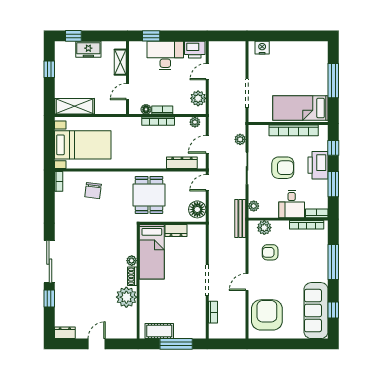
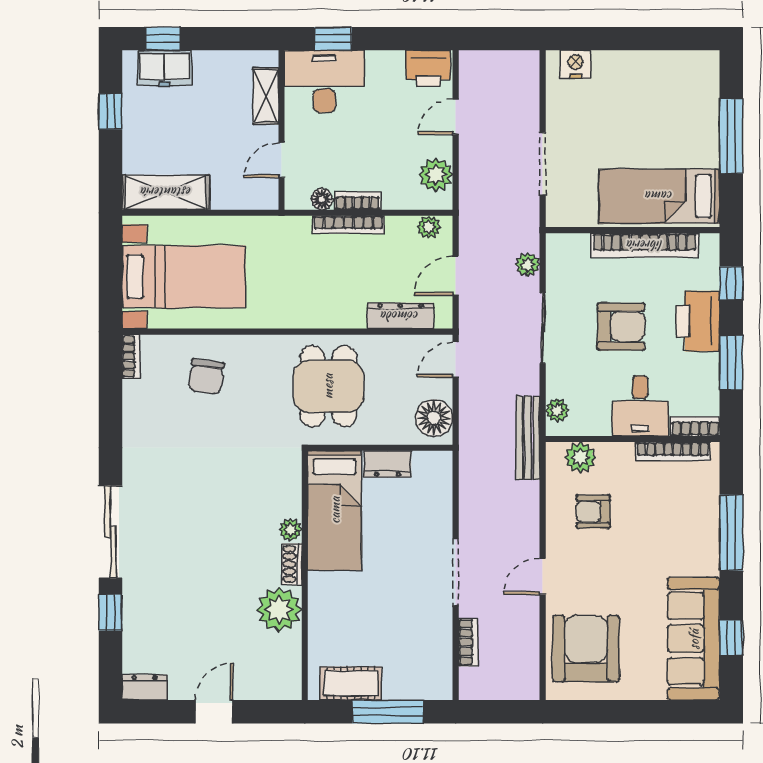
freezer: (88, 49) -> (165, 68), moved
desk: (165, 56) -> (324, 81), moved

